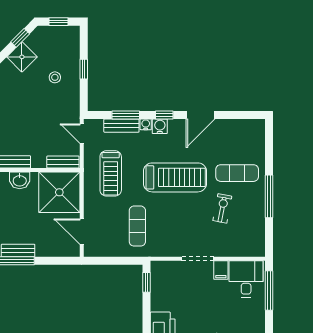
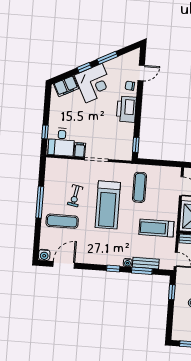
window: (84, 69) -> (172, 292), moved
door: (201, 115) -> (64, 265), moved
water cooler: (160, 126) -> (44, 255), moved
treadmill: (111, 173) -> (156, 228), turned -90
treadmill: (175, 177) -> (108, 205), moved, turned -90
window: (269, 290) -> (45, 132), width x0.46

